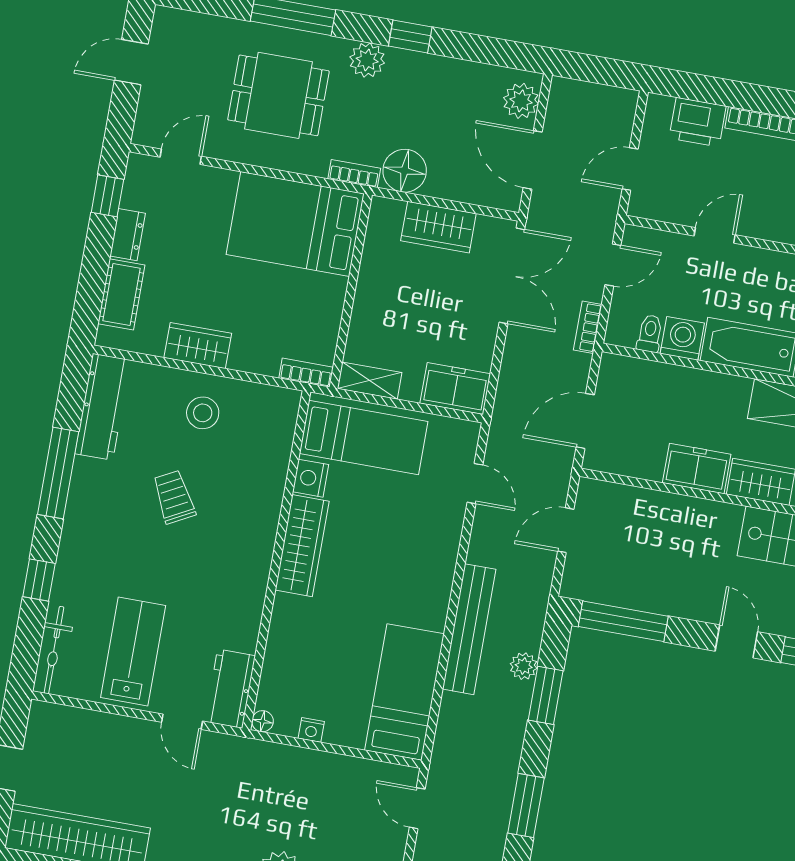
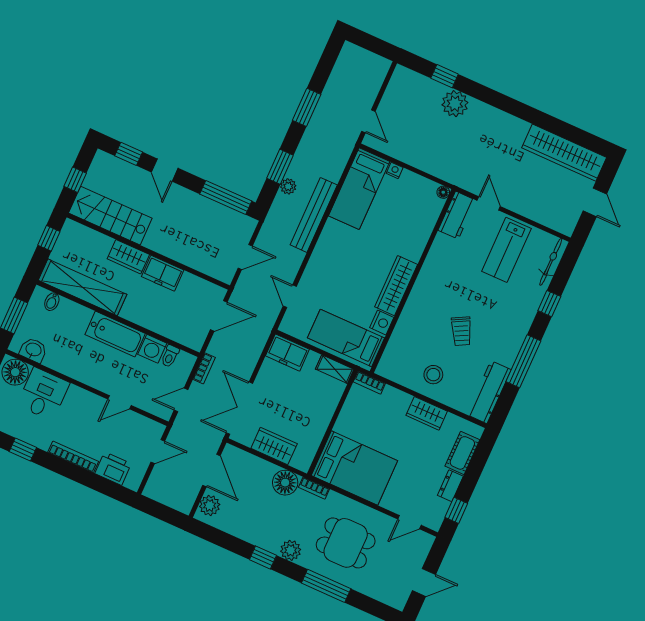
nightstand: (311, 730) -> (395, 170), moved

